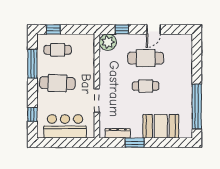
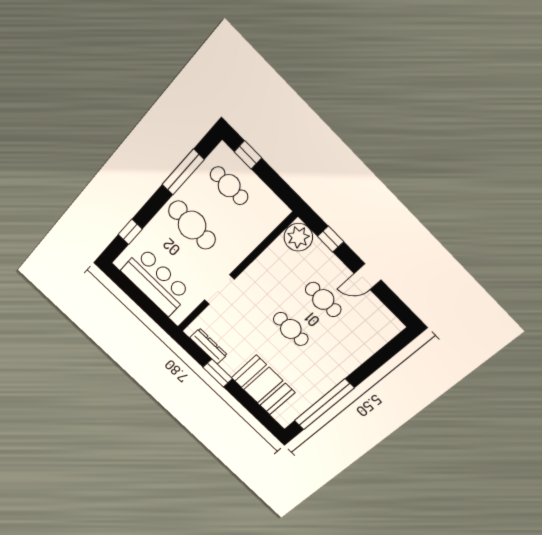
cafe table: (146, 58) -> (323, 300), width x0.73, depth x0.74

